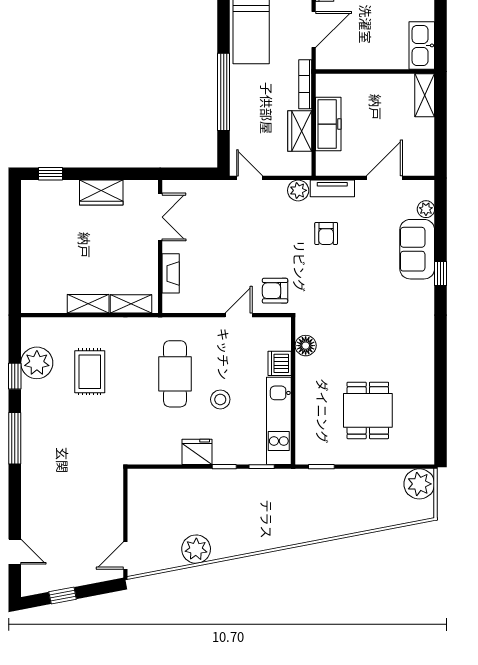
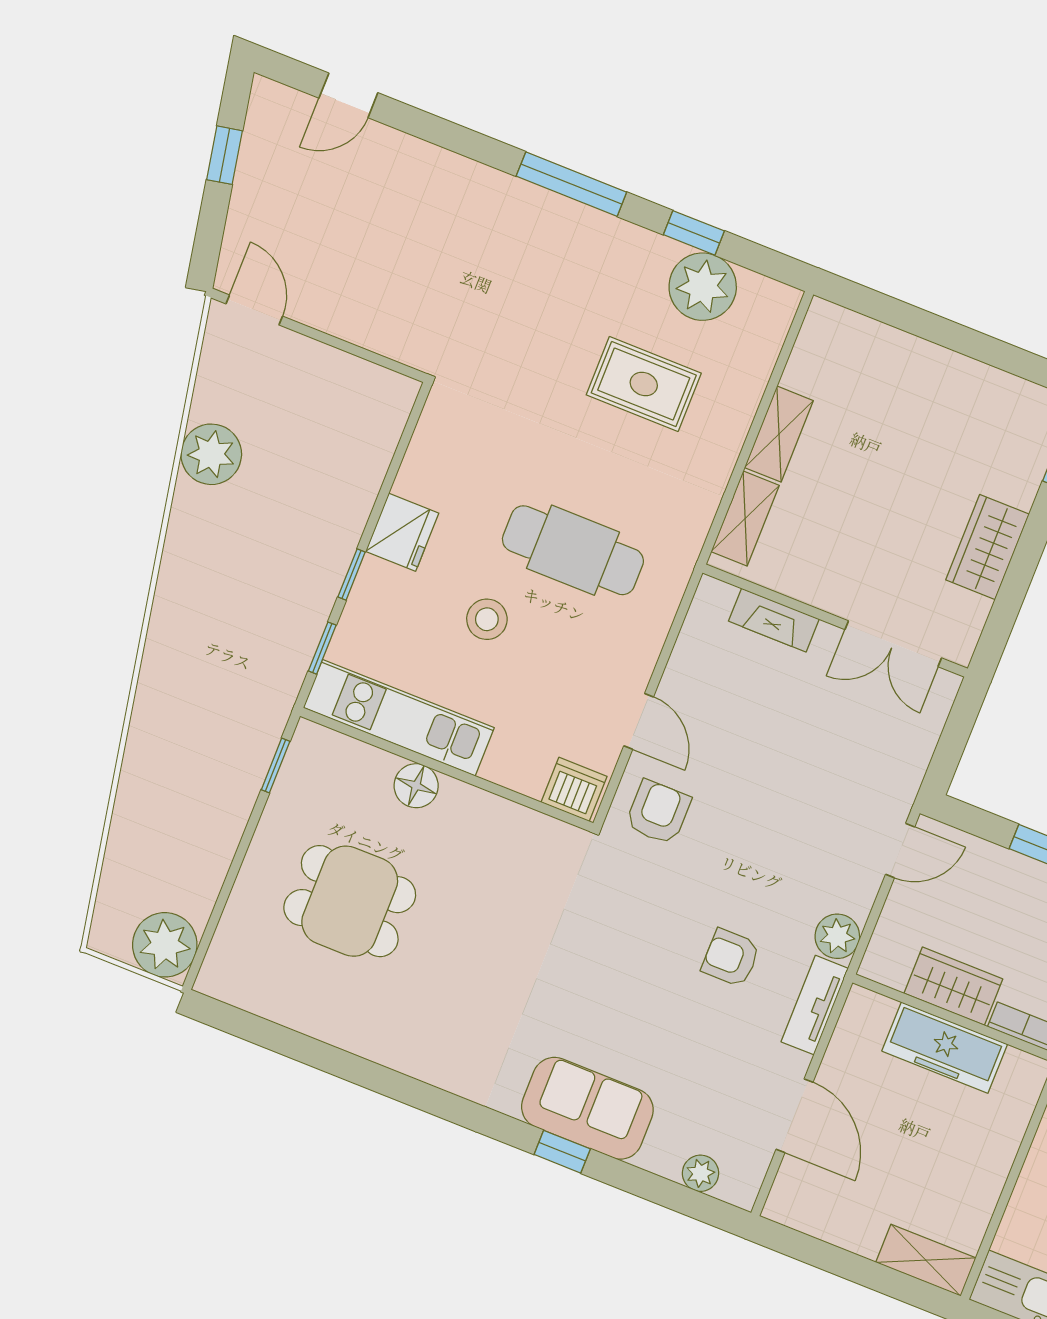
sofa: (417, 249) -> (587, 1108), moved
floor lamp: (306, 346) -> (416, 786), moved
dishwasher: (280, 363) -> (574, 789), moved

